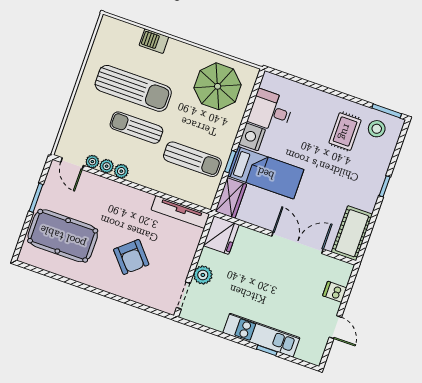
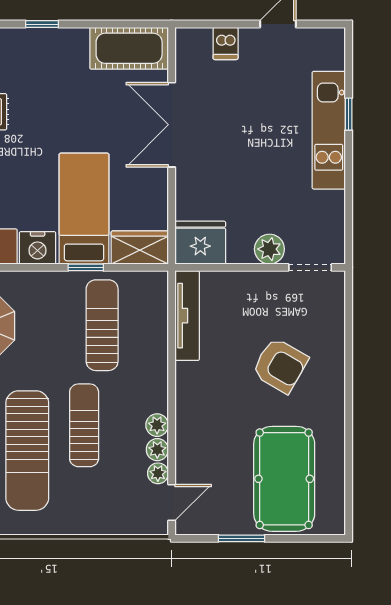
sun lounger: (133, 88) -> (27, 451), turned 180
sun lounger: (136, 128) -> (84, 425), turned 180
armchair: (131, 257) -> (280, 365), turned 71

